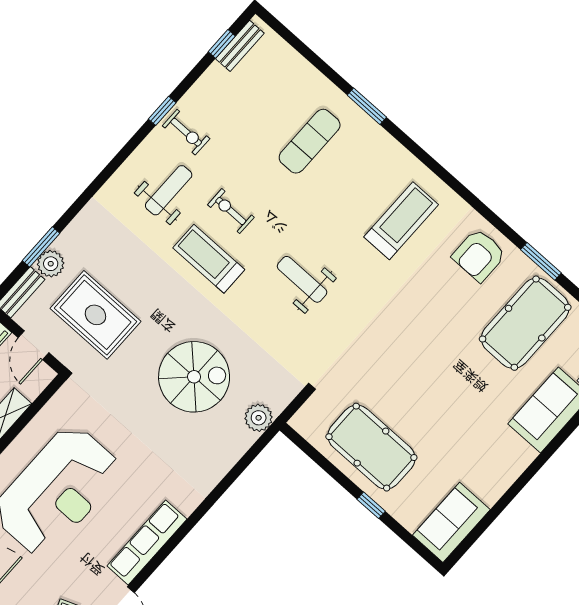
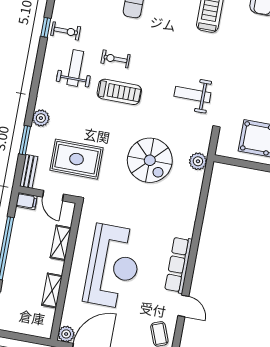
treadmill: (209, 259) -> (119, 92), turned 180
plant: (51, 264) -> (41, 118), moved
weight bench: (302, 279) -> (192, 94), moved
spiral stairs: (194, 377) -> (150, 160), turned 90

